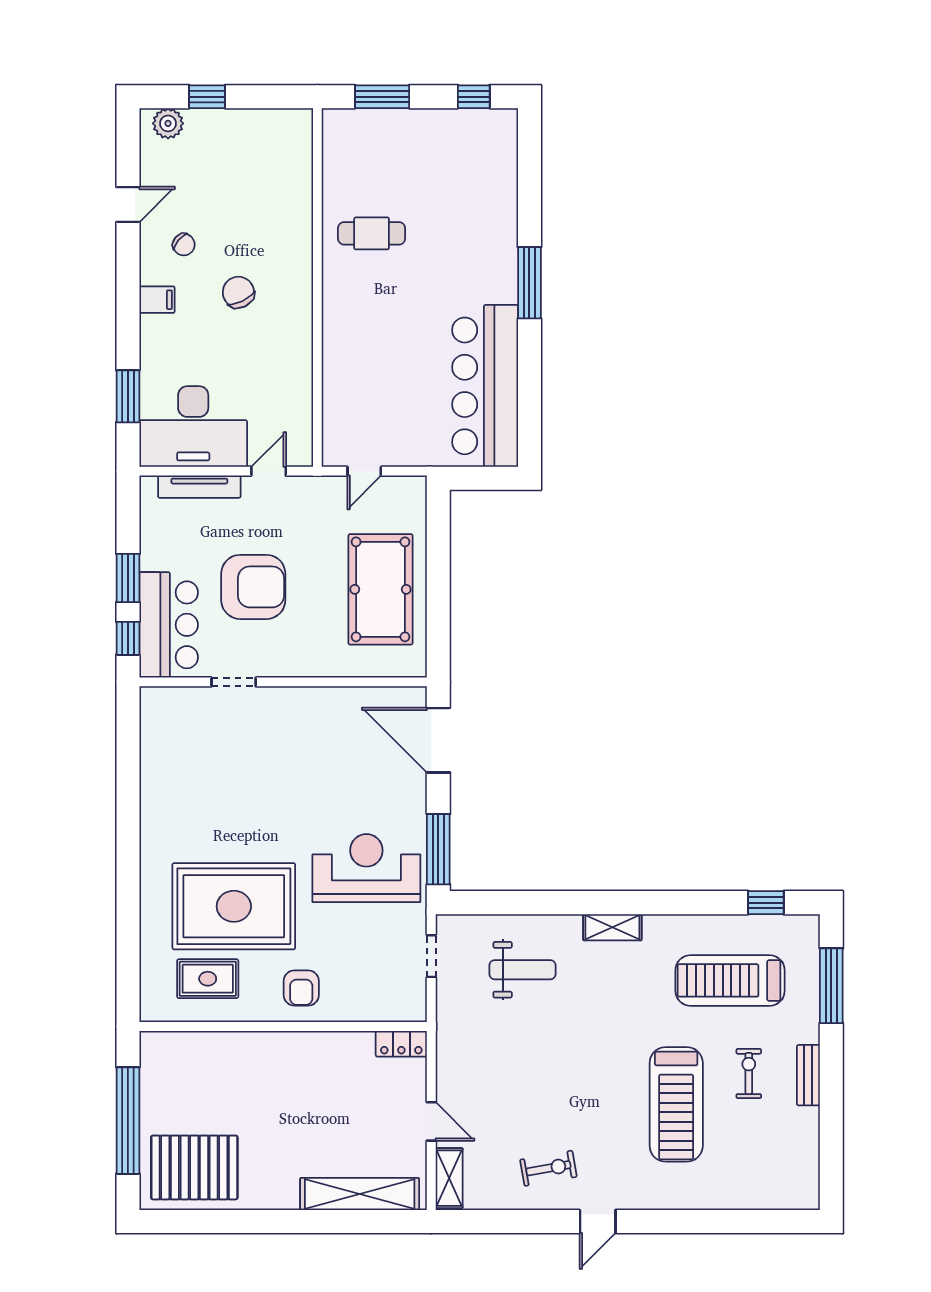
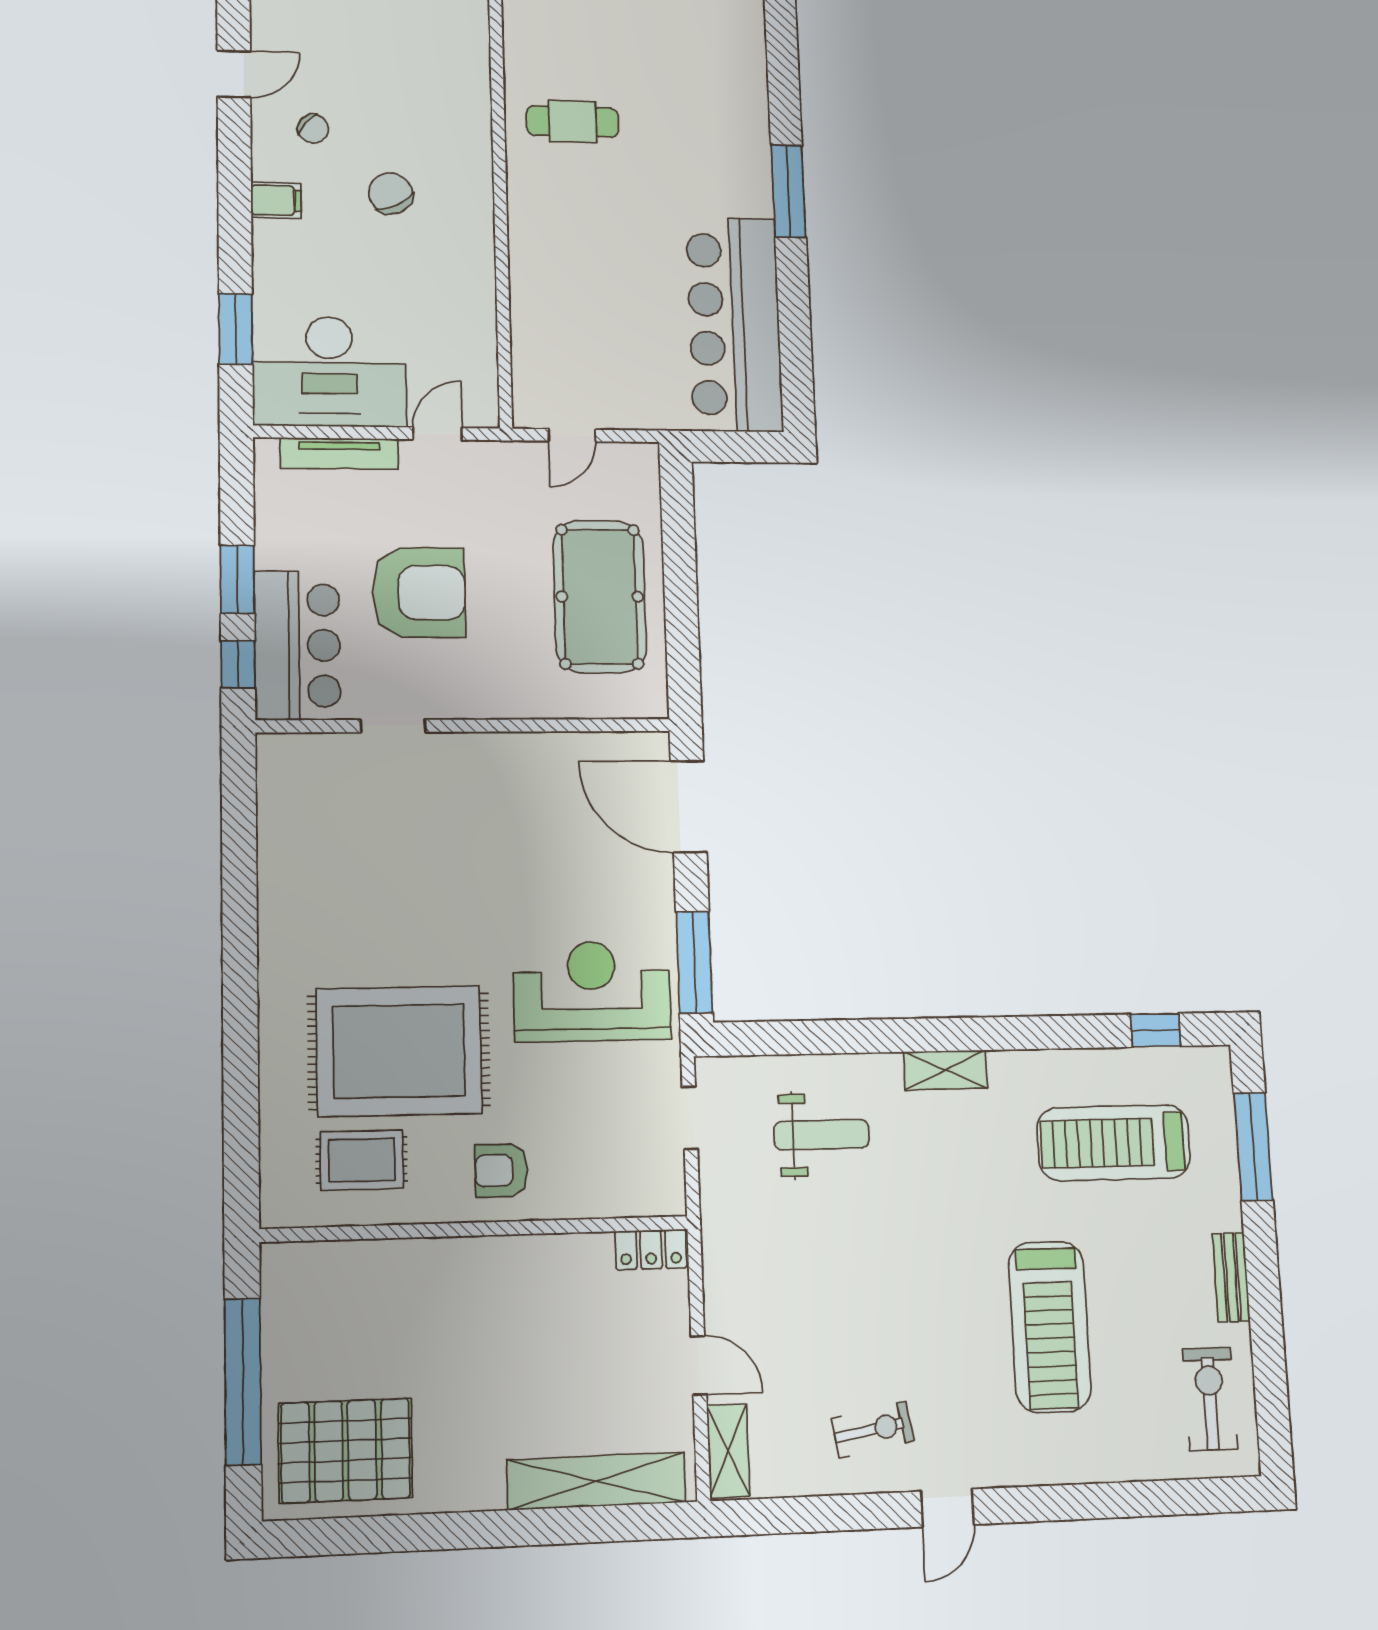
armchair: (301, 988) -> (501, 1170), turned 90
exercise bike: (749, 1073) -> (1210, 1399), moved, width x1.38, depth x1.39

